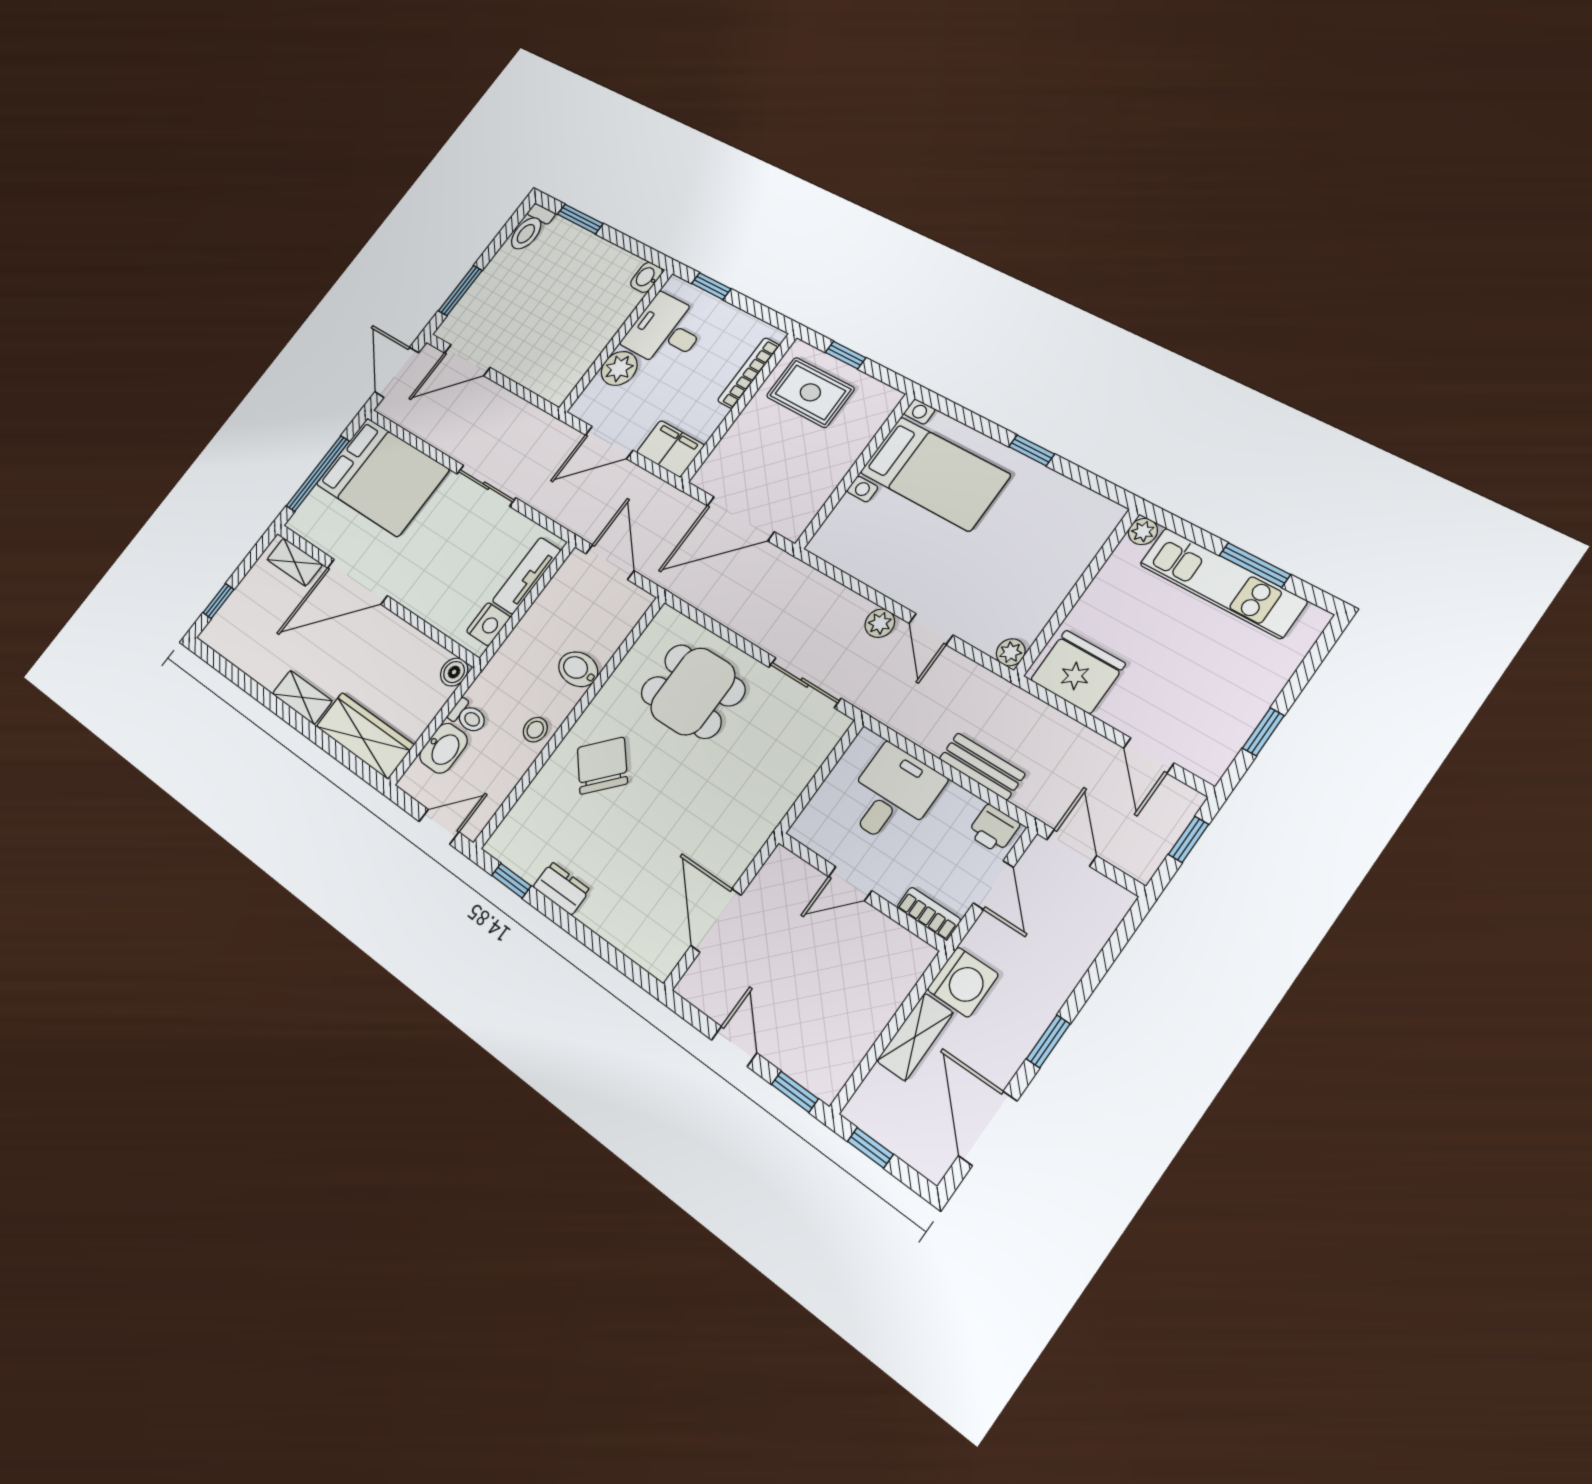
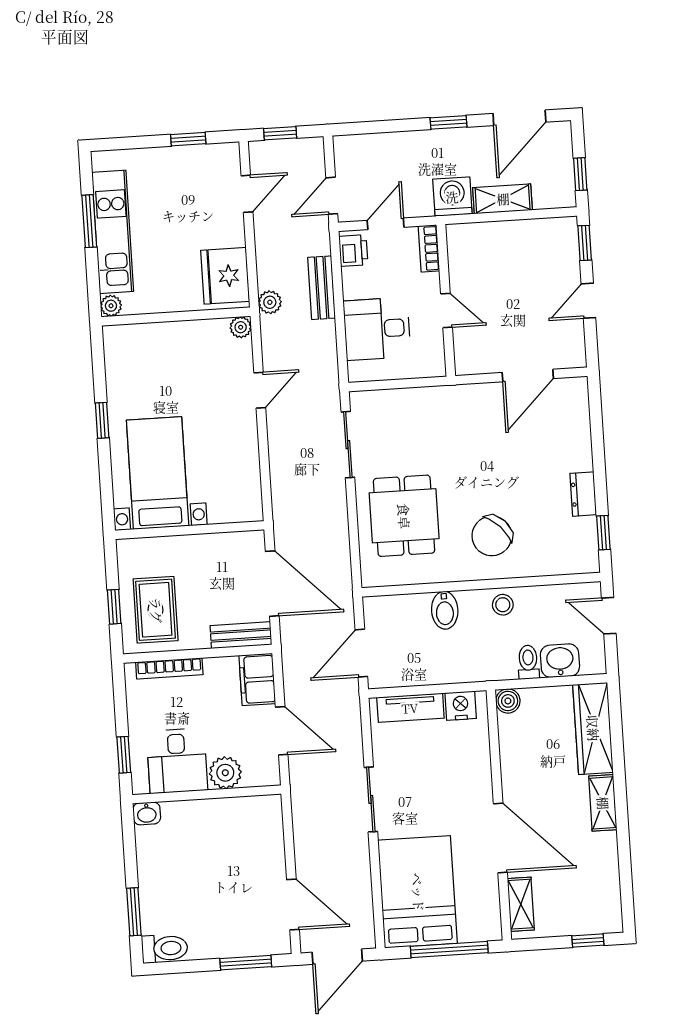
bench: (721, 459) -> (241, 635), added
plant: (880, 623) -> (270, 302), moved

